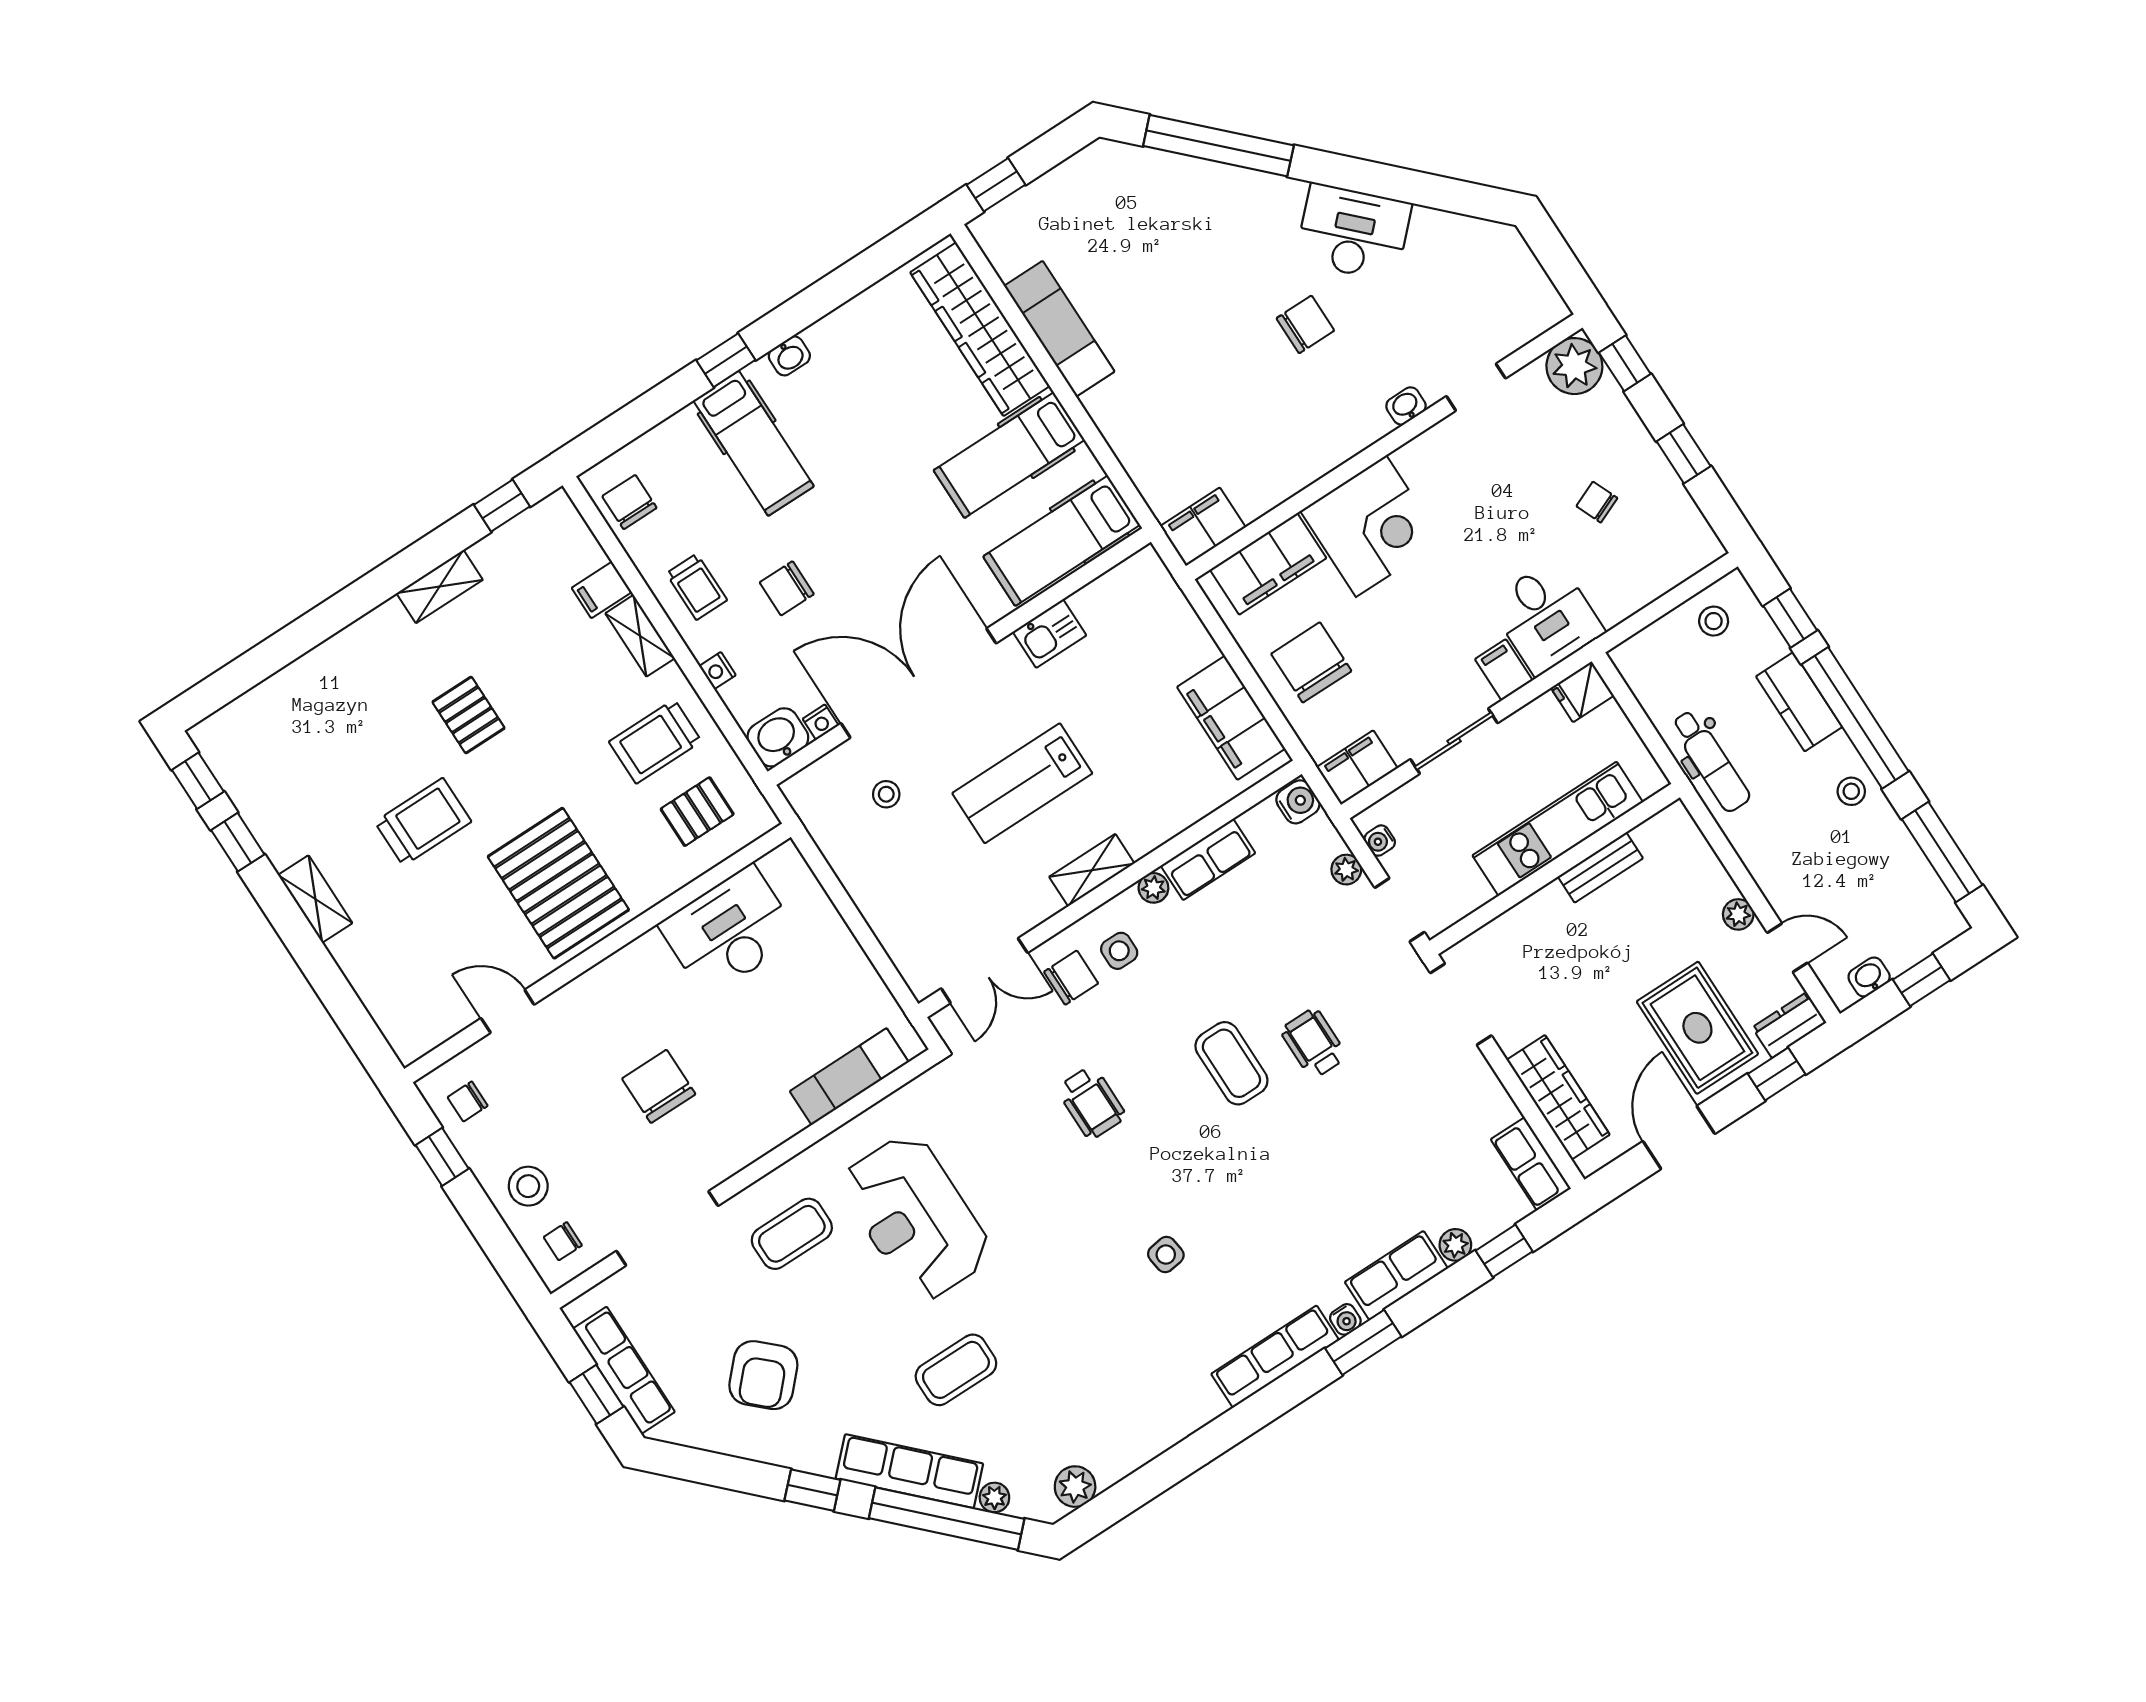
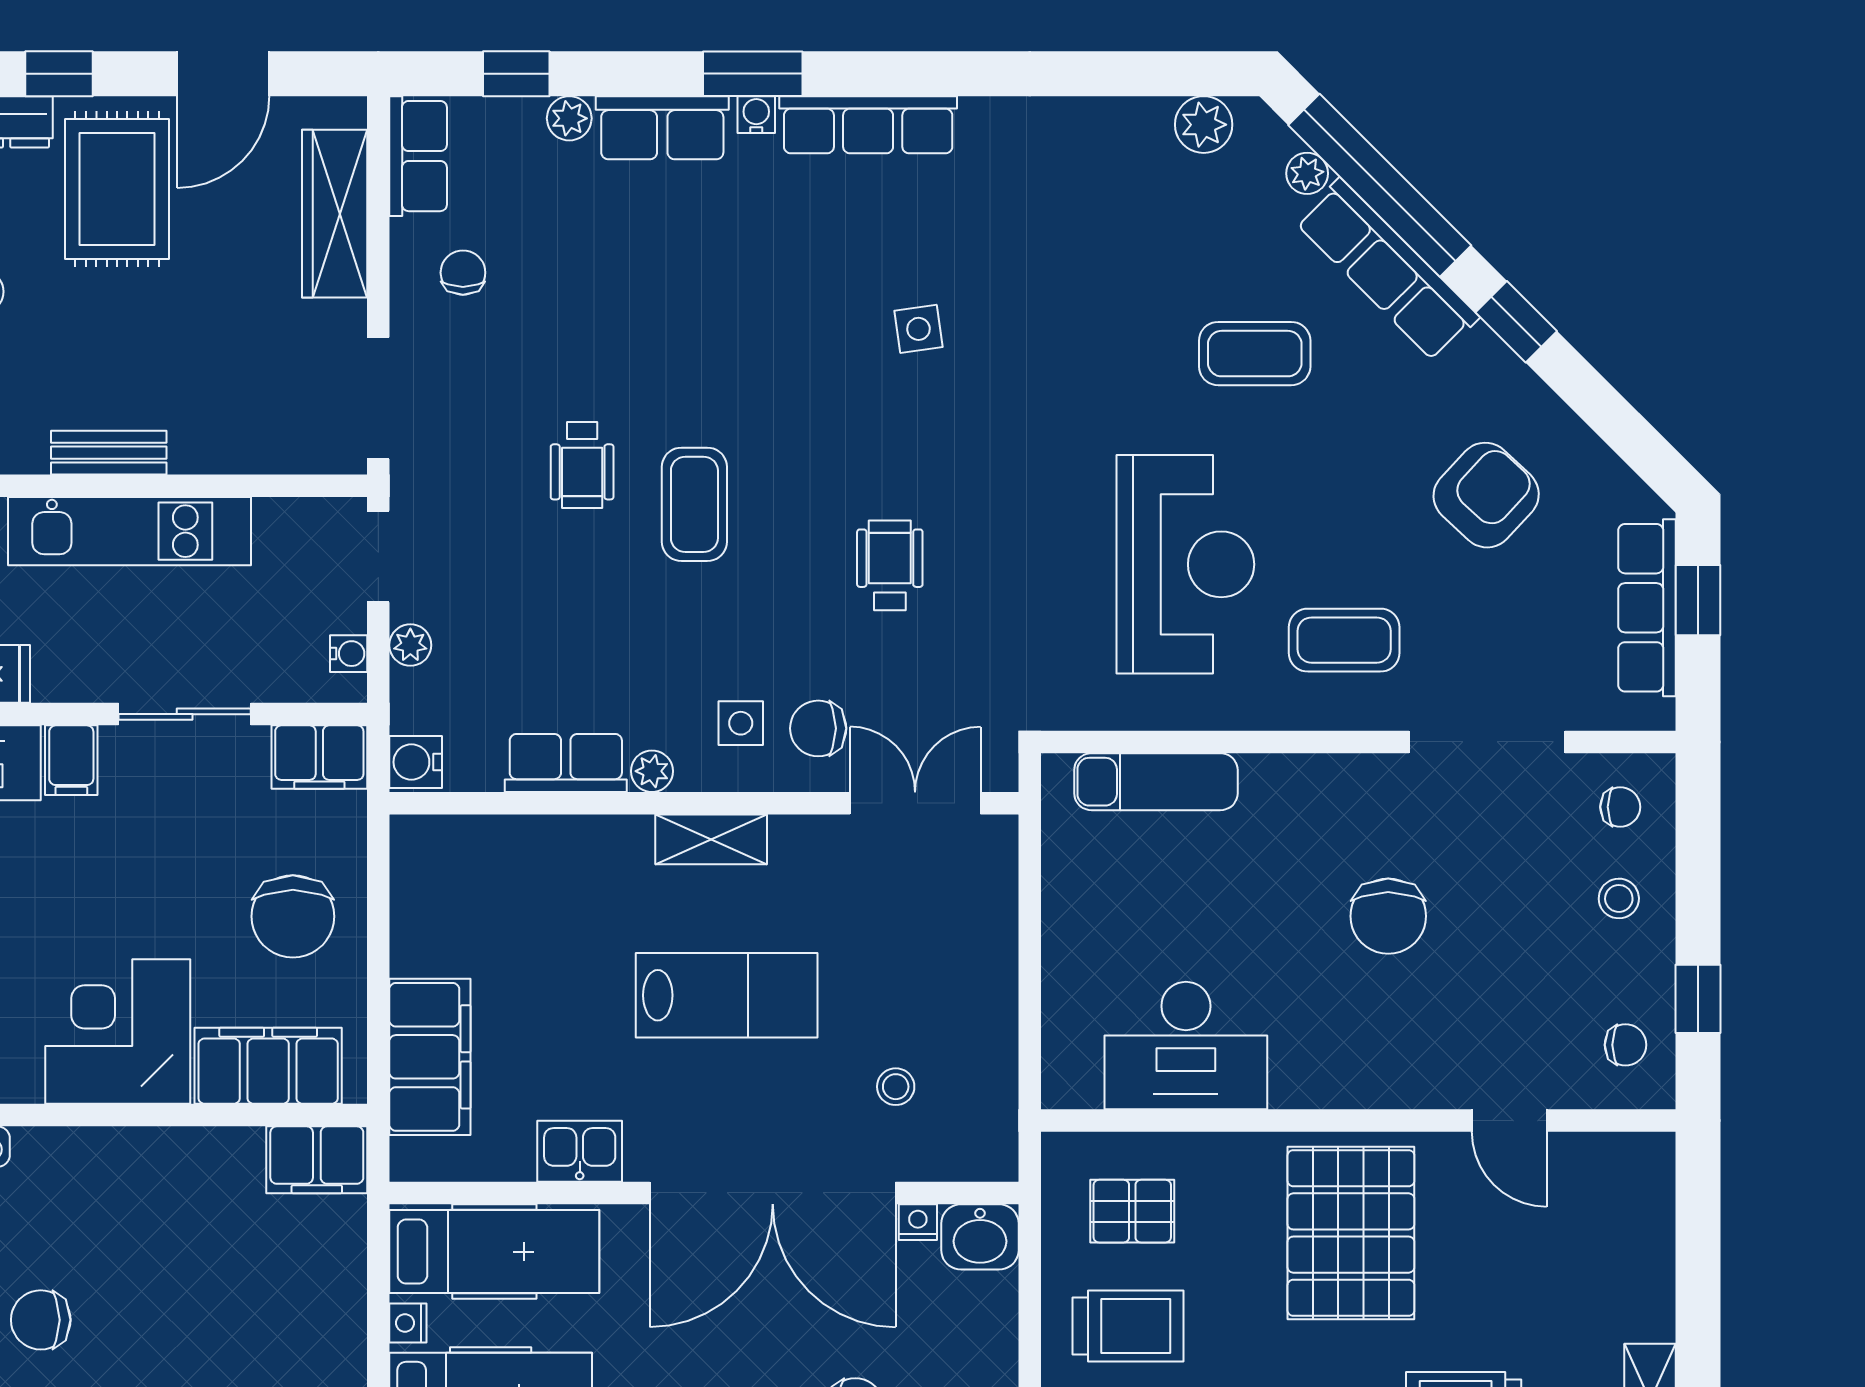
nightstand: (717, 671) -> (408, 1323), moved, turned 180
filing cabinet: (1231, 718) -> (430, 1057), moved
chair: (1459, 1112) -> (463, 273), added
stool: (528, 1186) -> (1619, 898), width x0.73, depth x0.73

